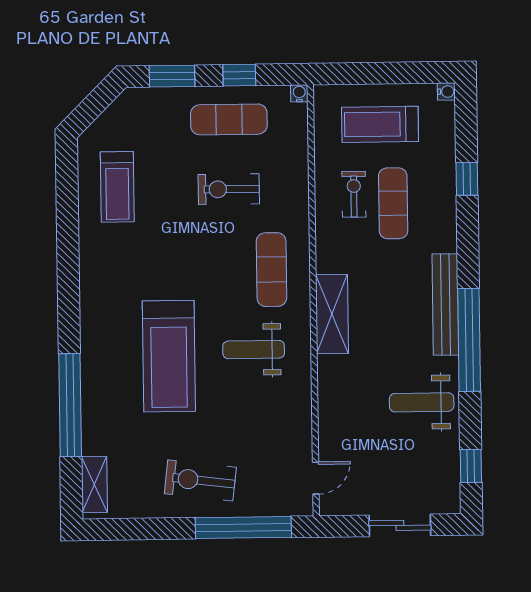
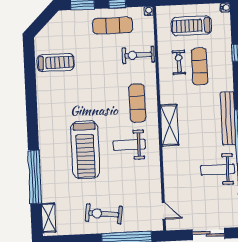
treadmill: (117, 187) -> (56, 63), turned -90
exercise bike: (229, 189) -> (138, 55), moved
door: (316, 478) -> (164, 211), hinge flipped

